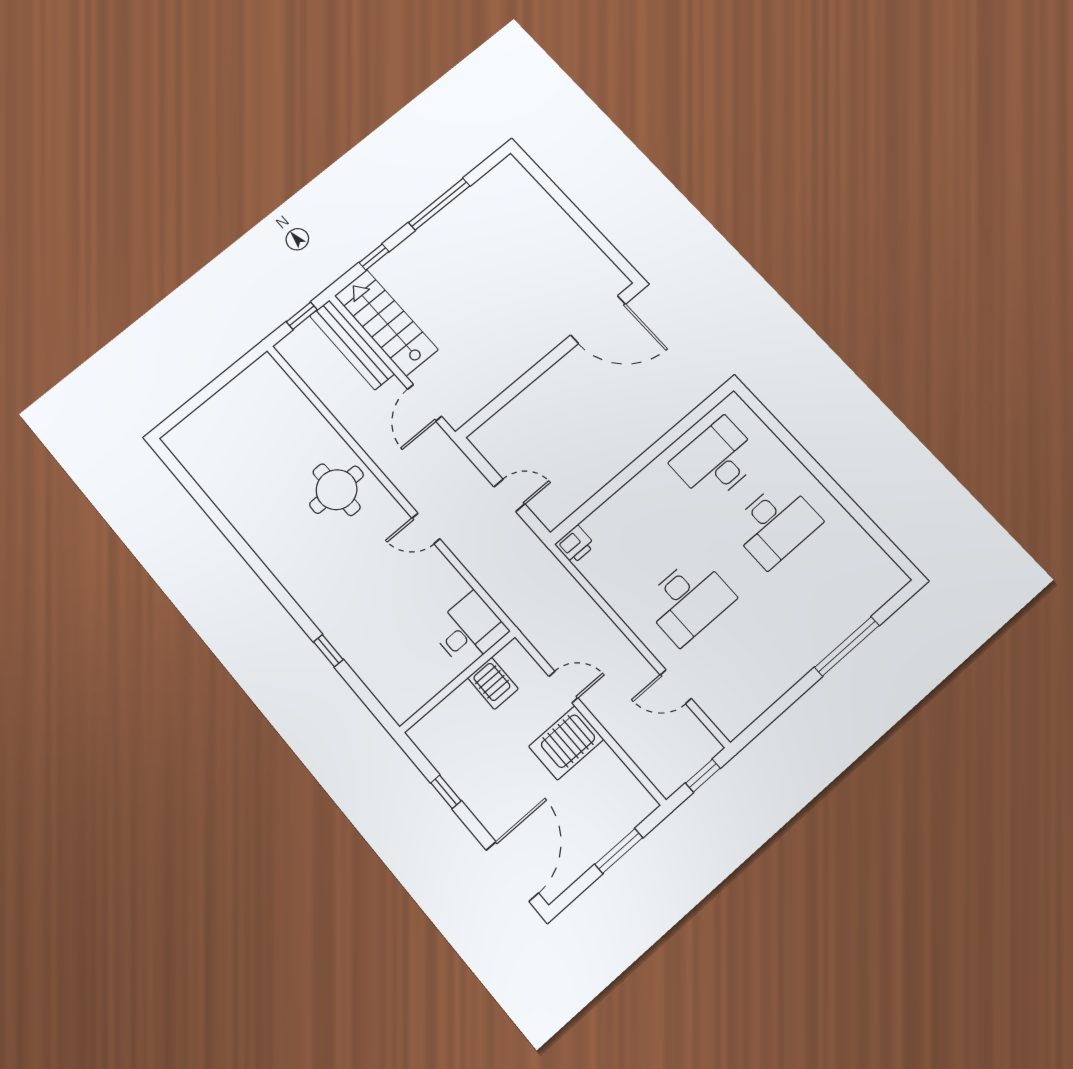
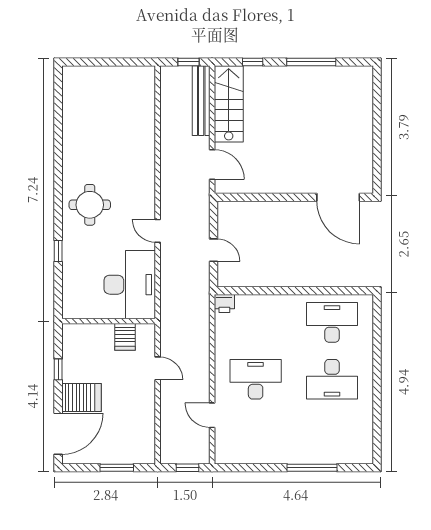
door: (425, 403) -> (212, 164), swing flipped
round table: (337, 490) -> (90, 205), moved
desk: (688, 600) -> (256, 379), turned 180
desk: (469, 630) -> (130, 285), width x1.87, depth x1.30
server rack: (566, 743) -> (81, 397), moved, turned 180

